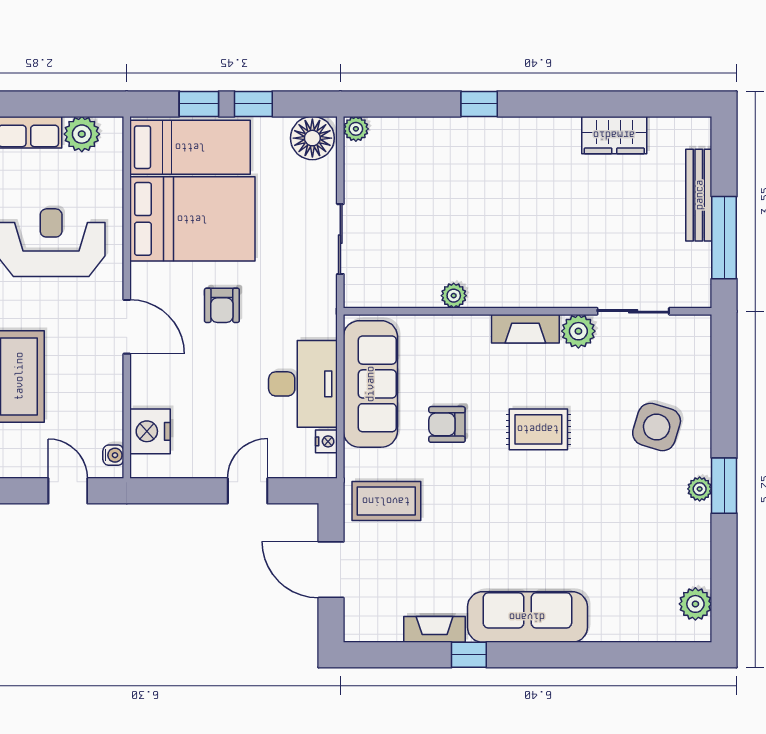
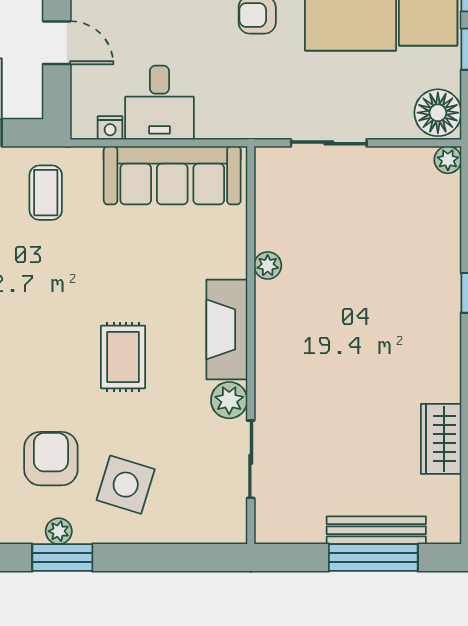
window: (724, 238) -> (373, 558), moved
fireplace: (525, 329) -> (227, 329), width x1.37, depth x1.32
desk: (303, 384) -> (159, 103), width x0.73
armchair: (447, 424) -> (51, 459), moved, width x1.38, depth x1.38
coffee table: (386, 501) -> (46, 193), width x0.73, depth x0.77

